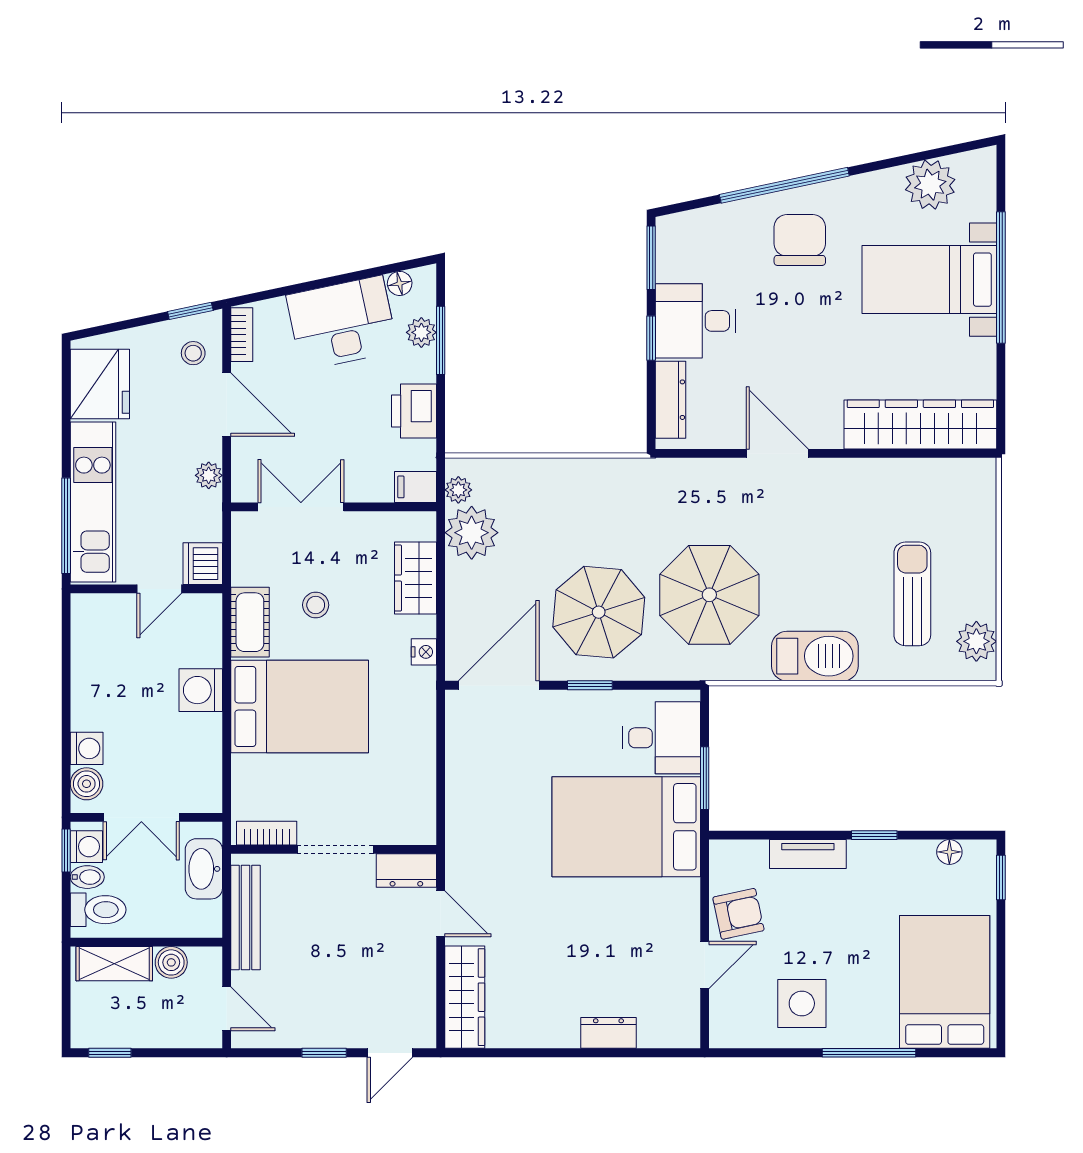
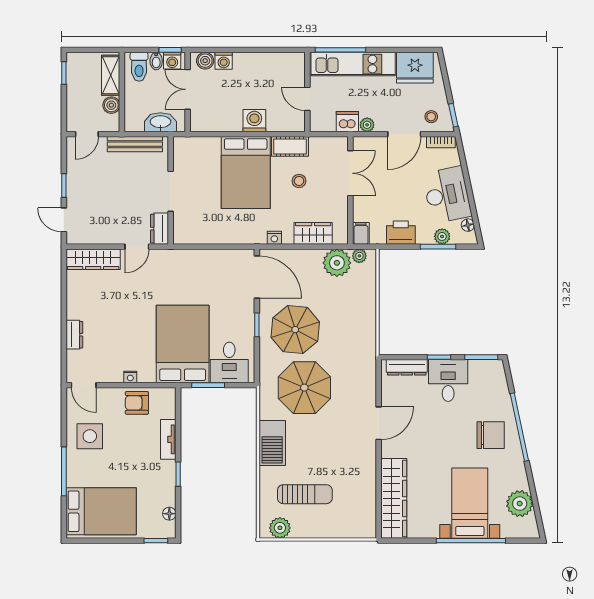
dishwasher: (203, 564) -> (347, 122), moved
bookcase: (267, 833) -> (179, 155), removed
armchair: (738, 914) -> (137, 403), turned 102
nightstand: (689, 926) -> (130, 377), added
door: (705, 965) -> (84, 385), moved

